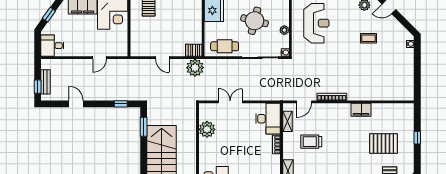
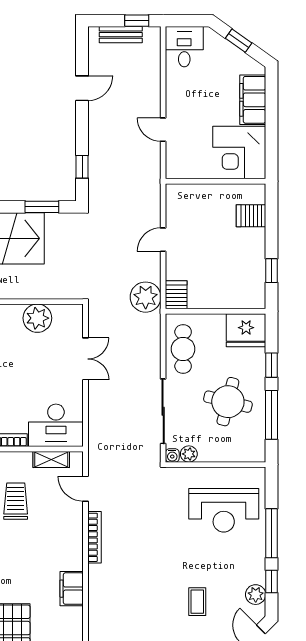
plant: (284, 30) -> (189, 454), moved
window: (38, 87) -> (137, 21), moved

